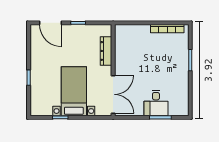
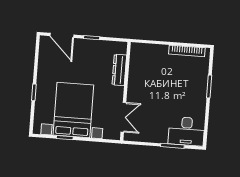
bed with nightstands: (74, 91) -> (73, 110), width x1.36
double door: (113, 94) -> (123, 117), width x0.73
desk: (156, 103) -> (186, 131), moved, width x1.37

